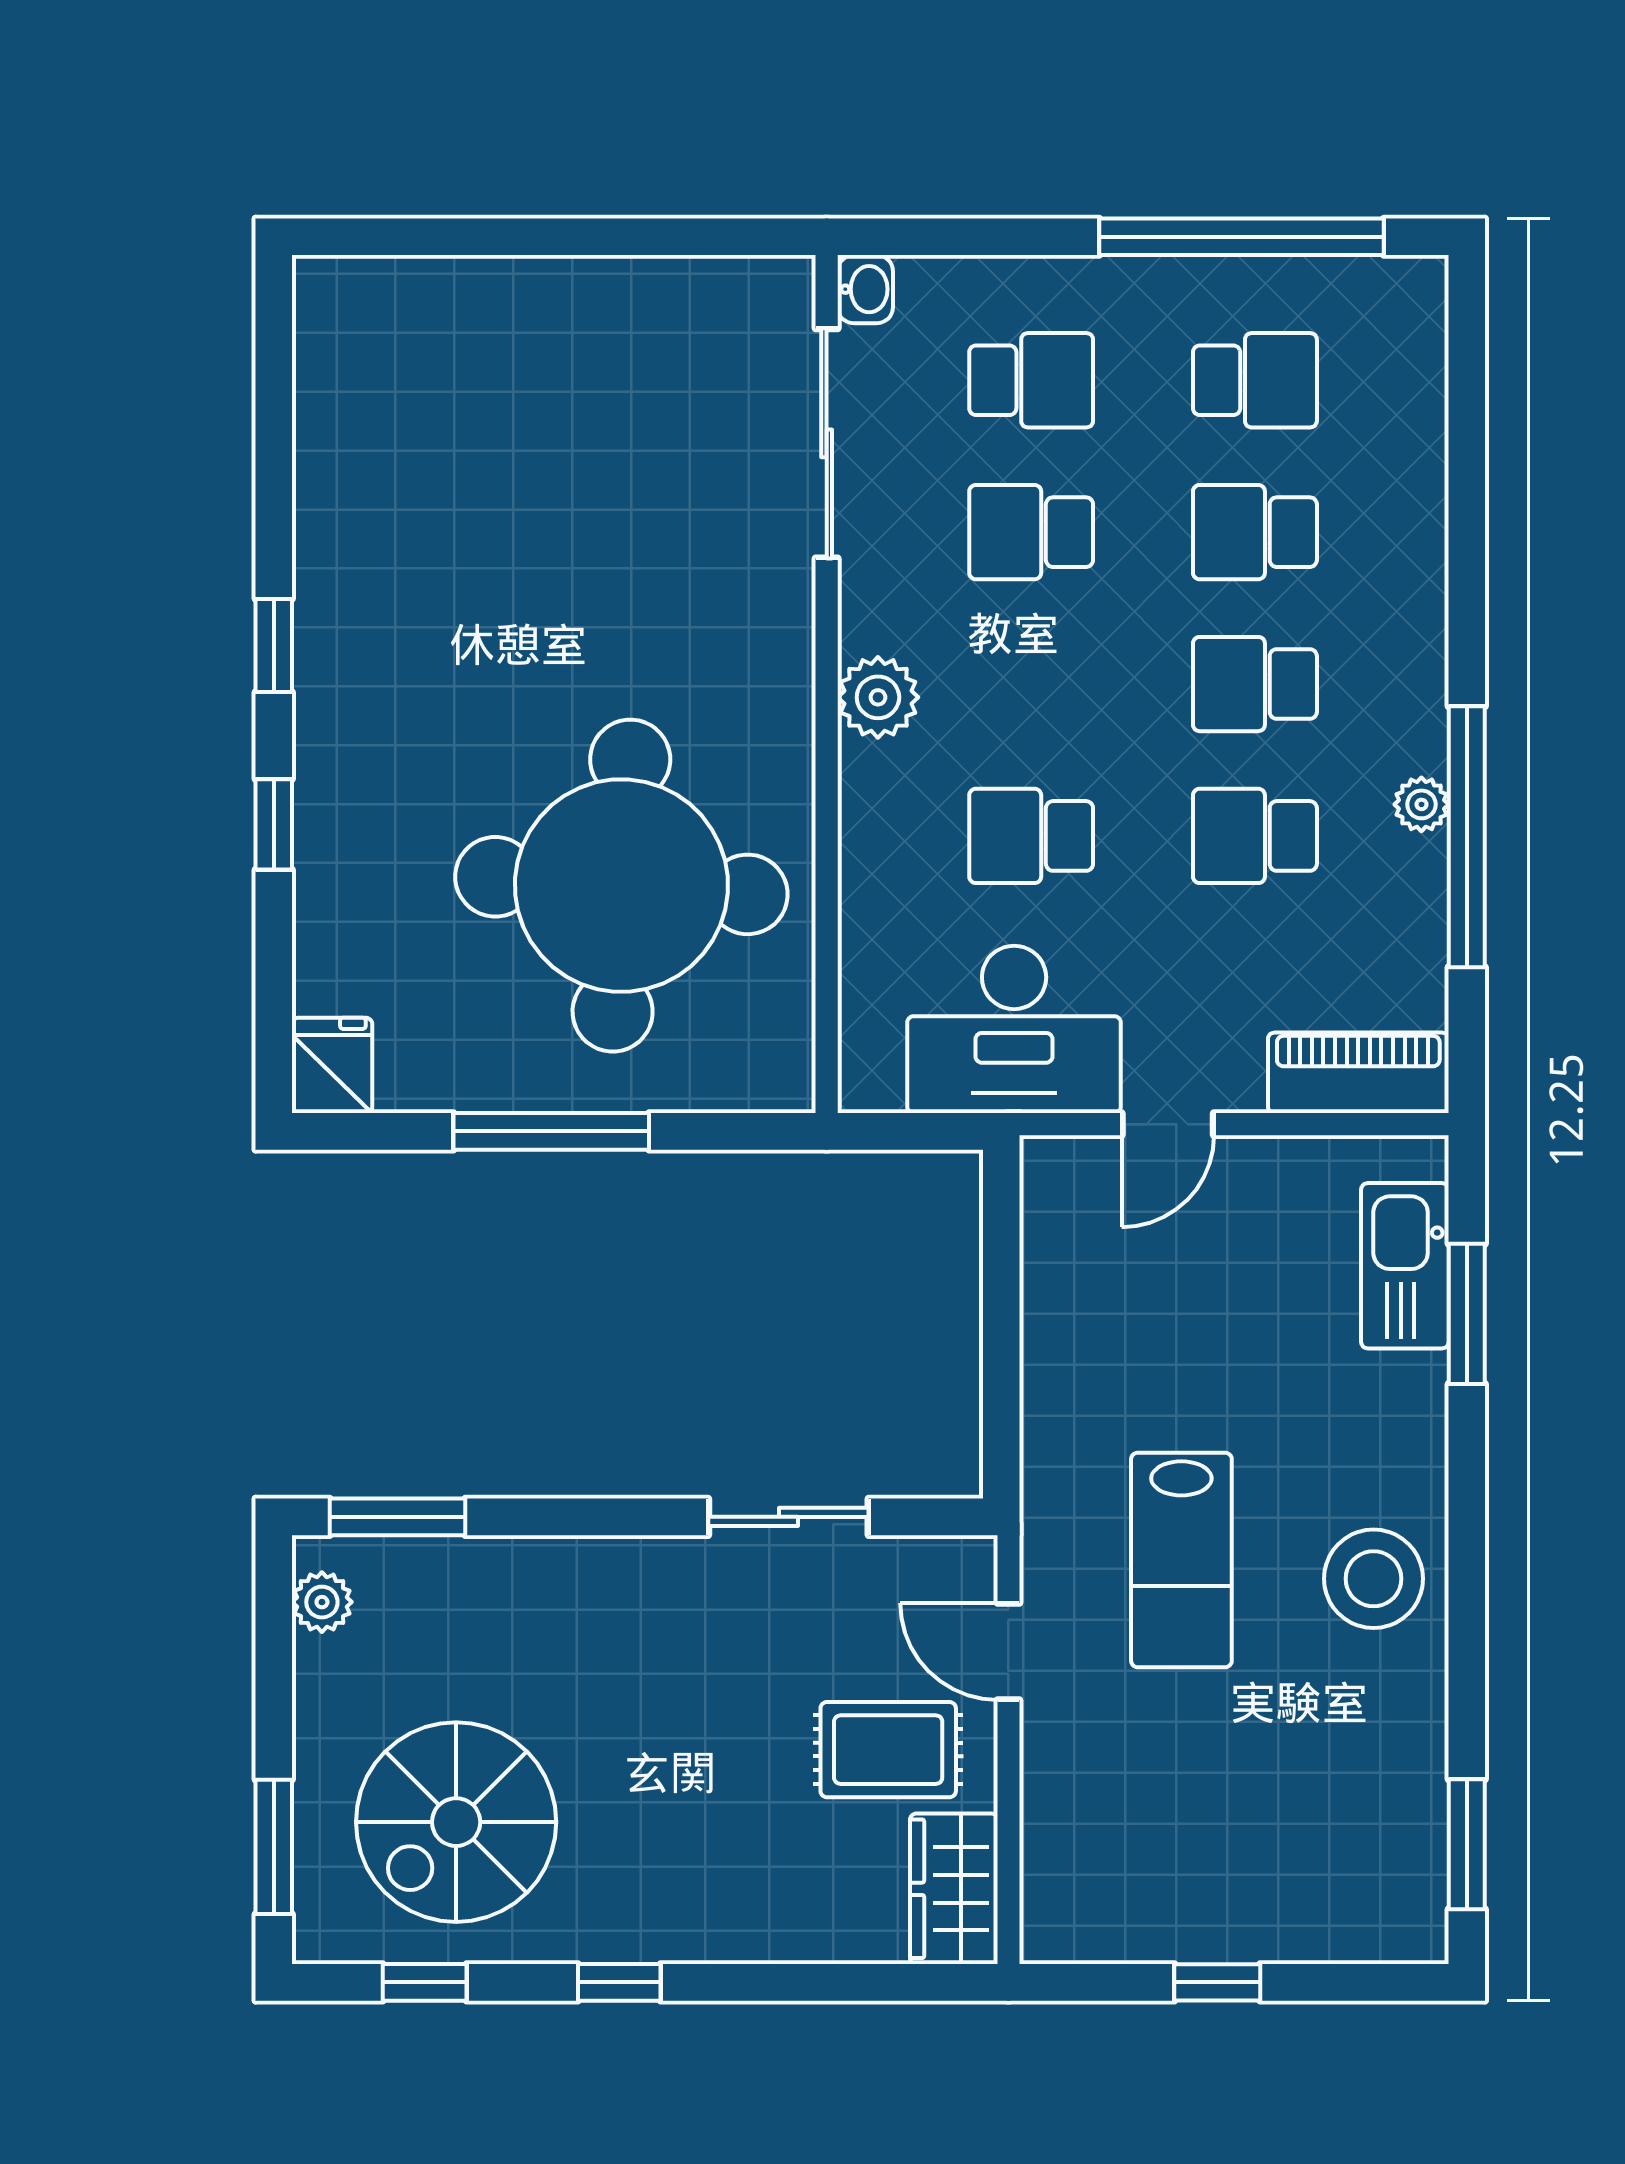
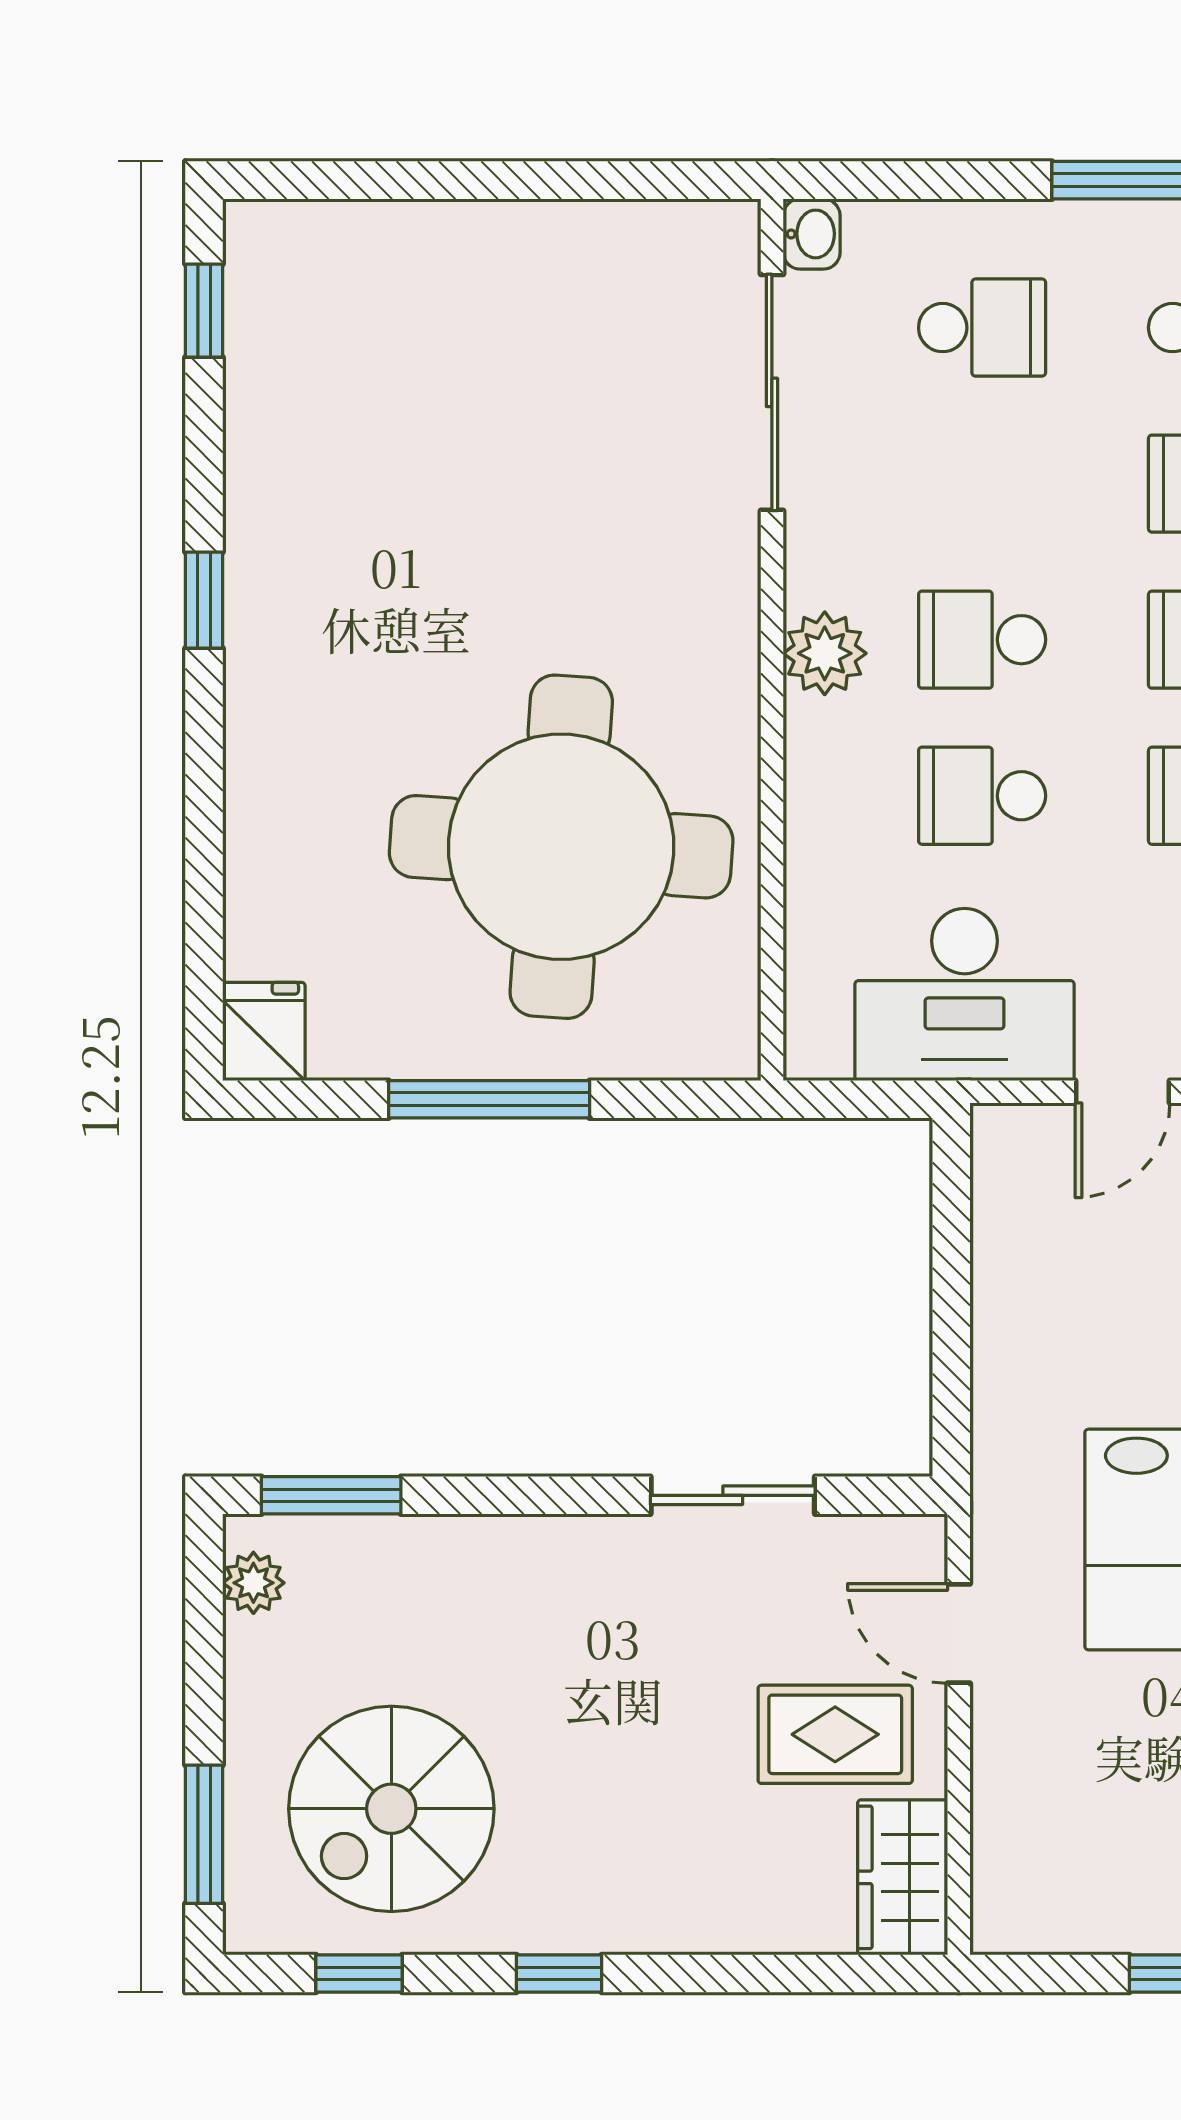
school desk: (1031, 532) -> (982, 640), moved
window: (274, 824) -> (204, 311), moved

